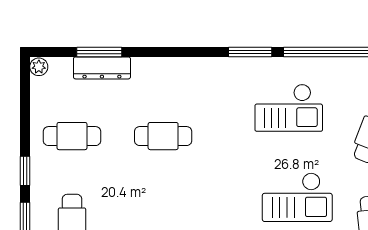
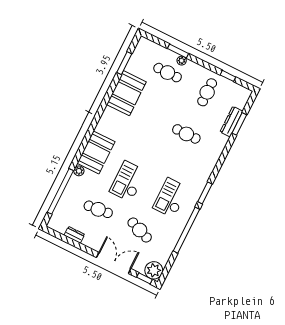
plant: (39, 67) -> (182, 61), moved
cafe table: (163, 136) -> (186, 134), turned 90
window: (25, 171) -> (228, 76), moved

